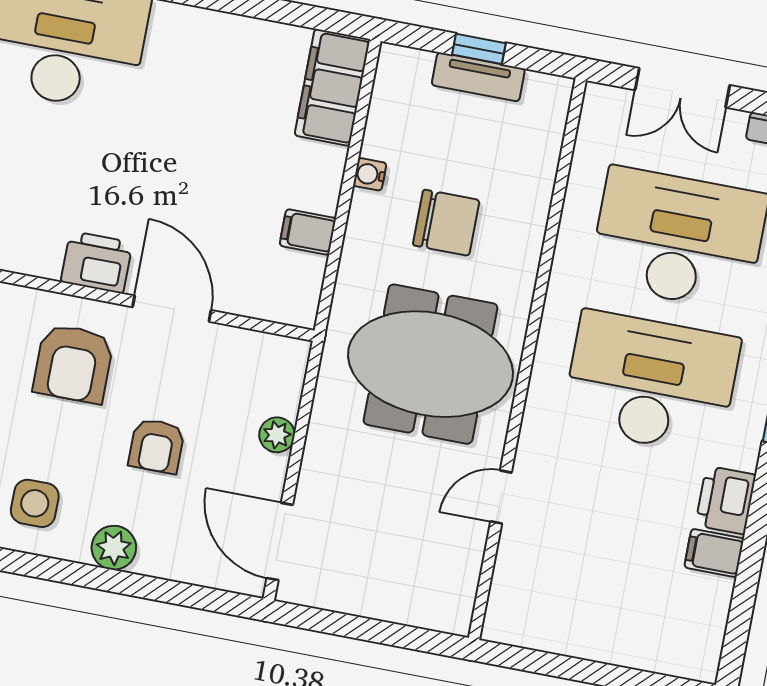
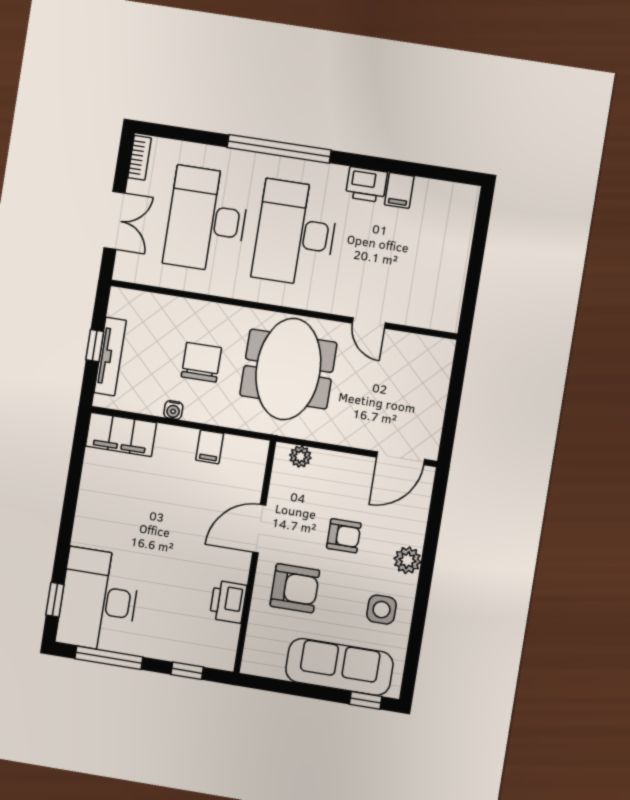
tv unit: (478, 77) -> (110, 356), width x1.41
printer: (97, 262) -> (228, 602), moved
plant: (277, 435) -> (300, 456), moved

